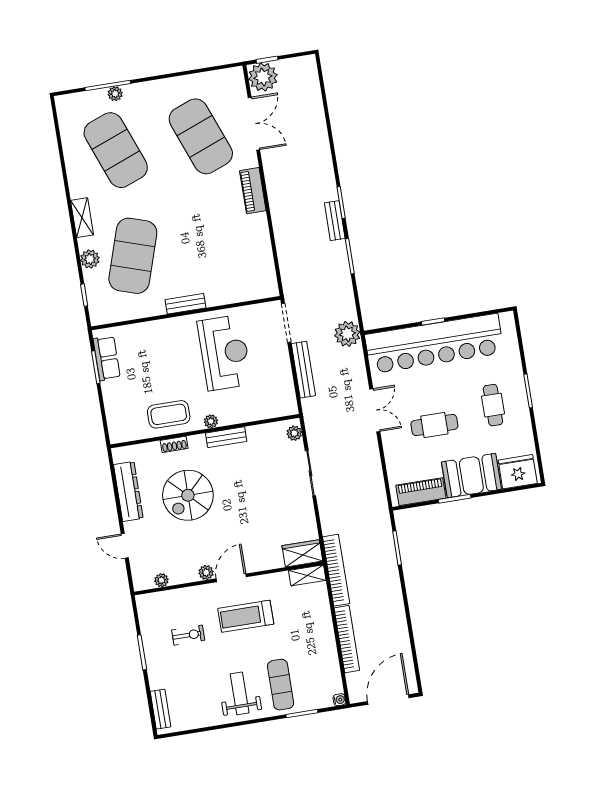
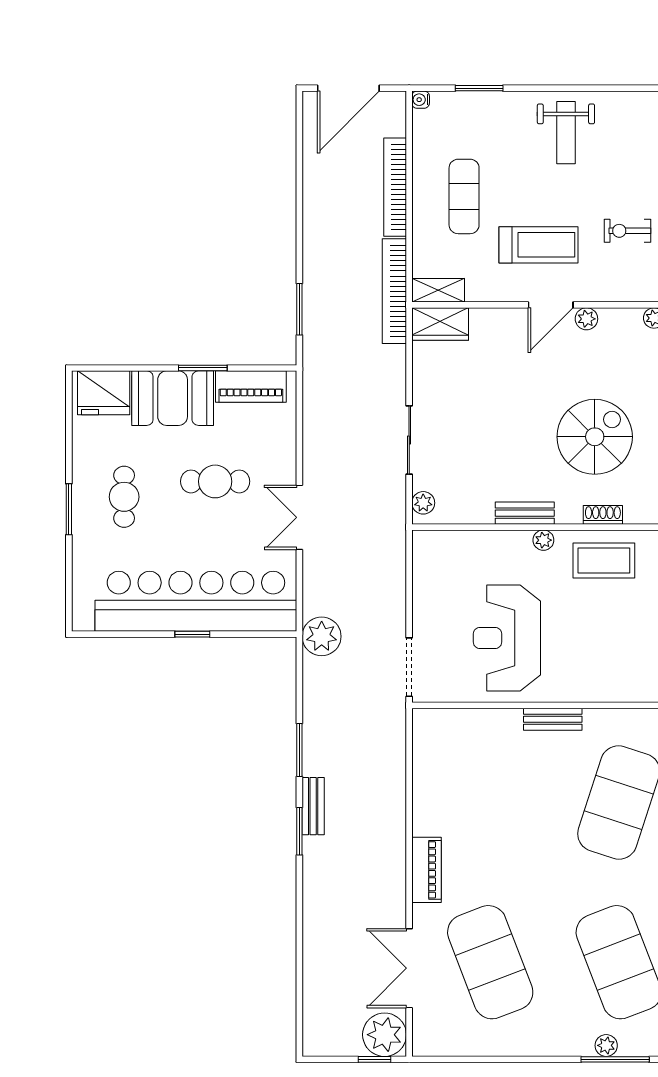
bench: (303, 370) -> (395, 594), removed
exercise mat: (281, 685) -> (464, 196), moved

